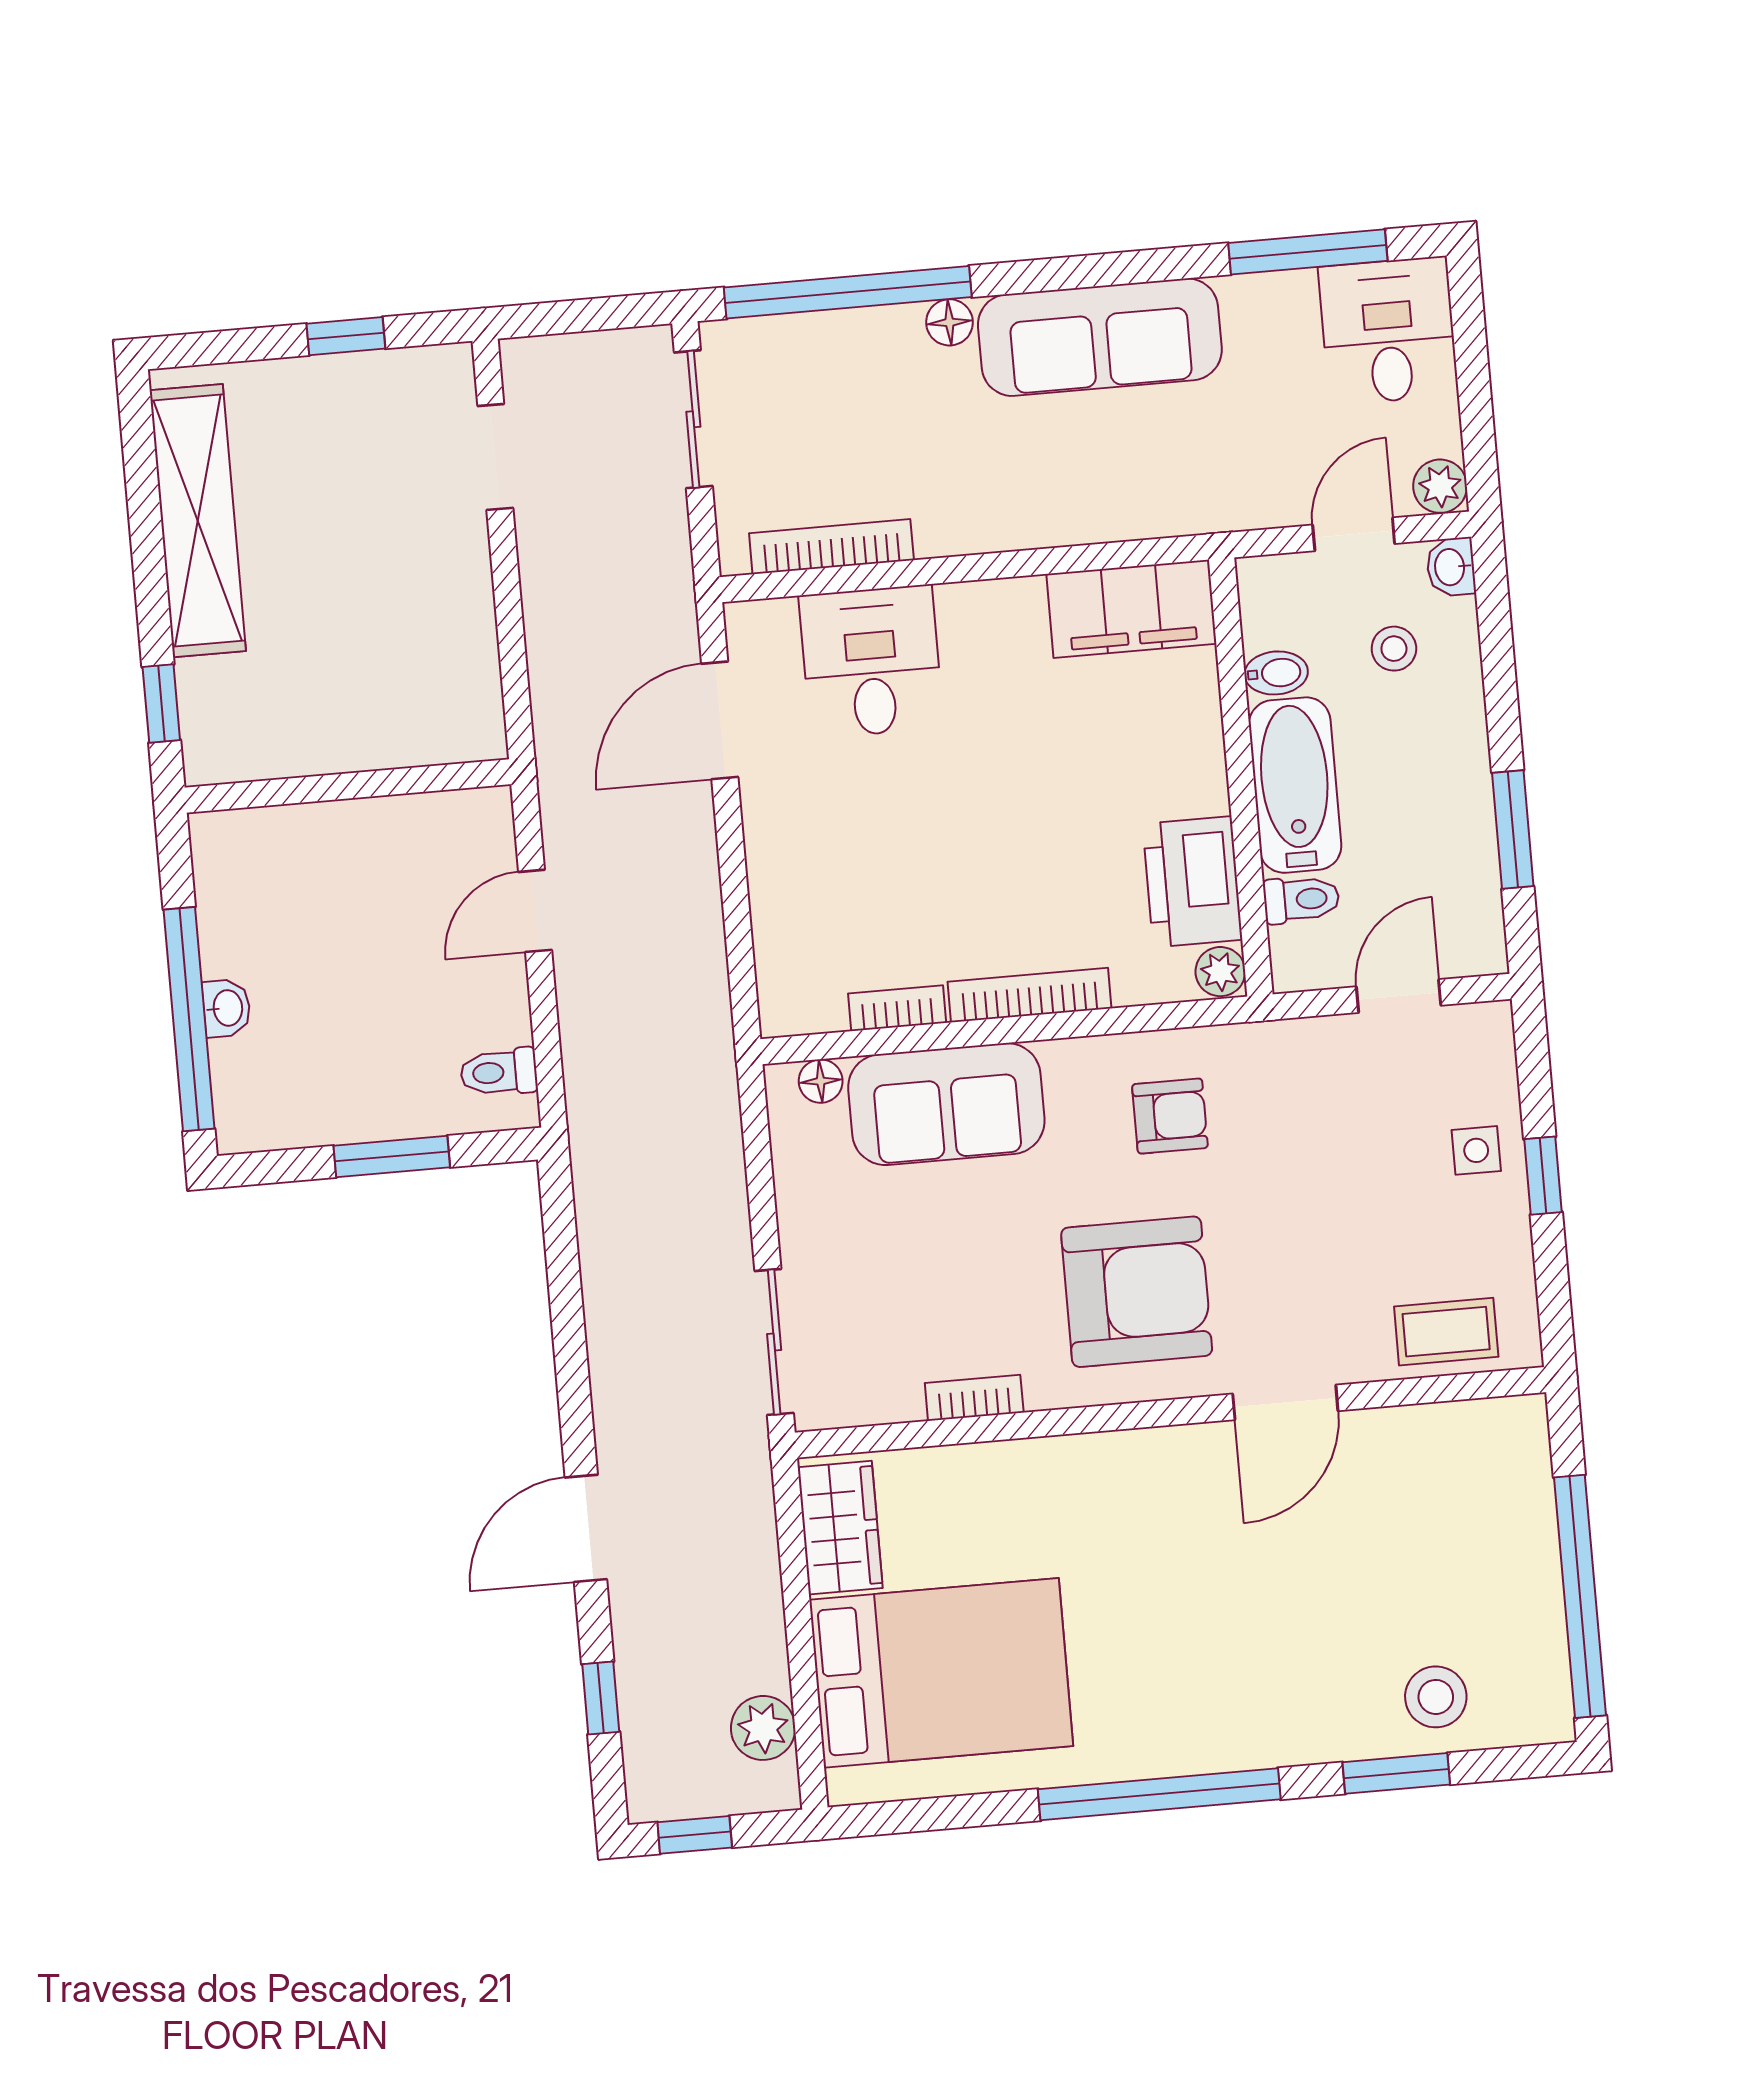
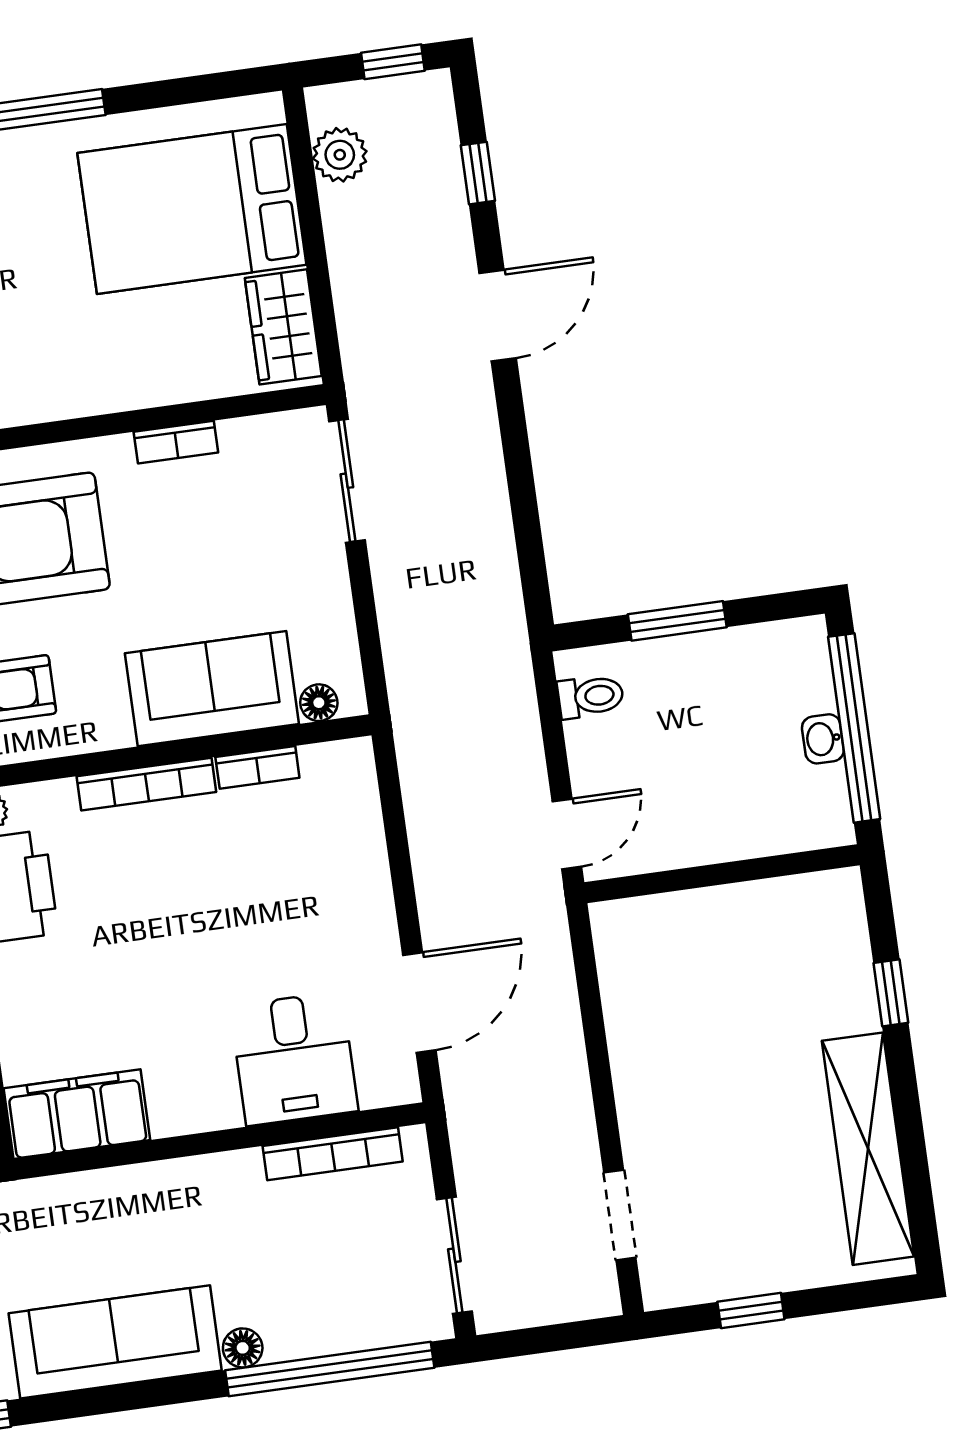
wall: (348, 786) -> (722, 874), moved

